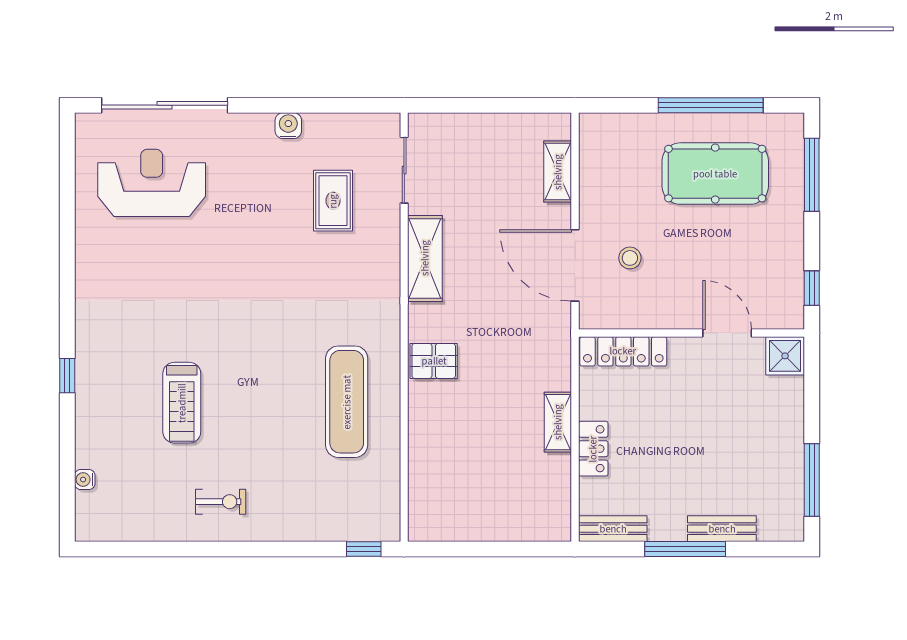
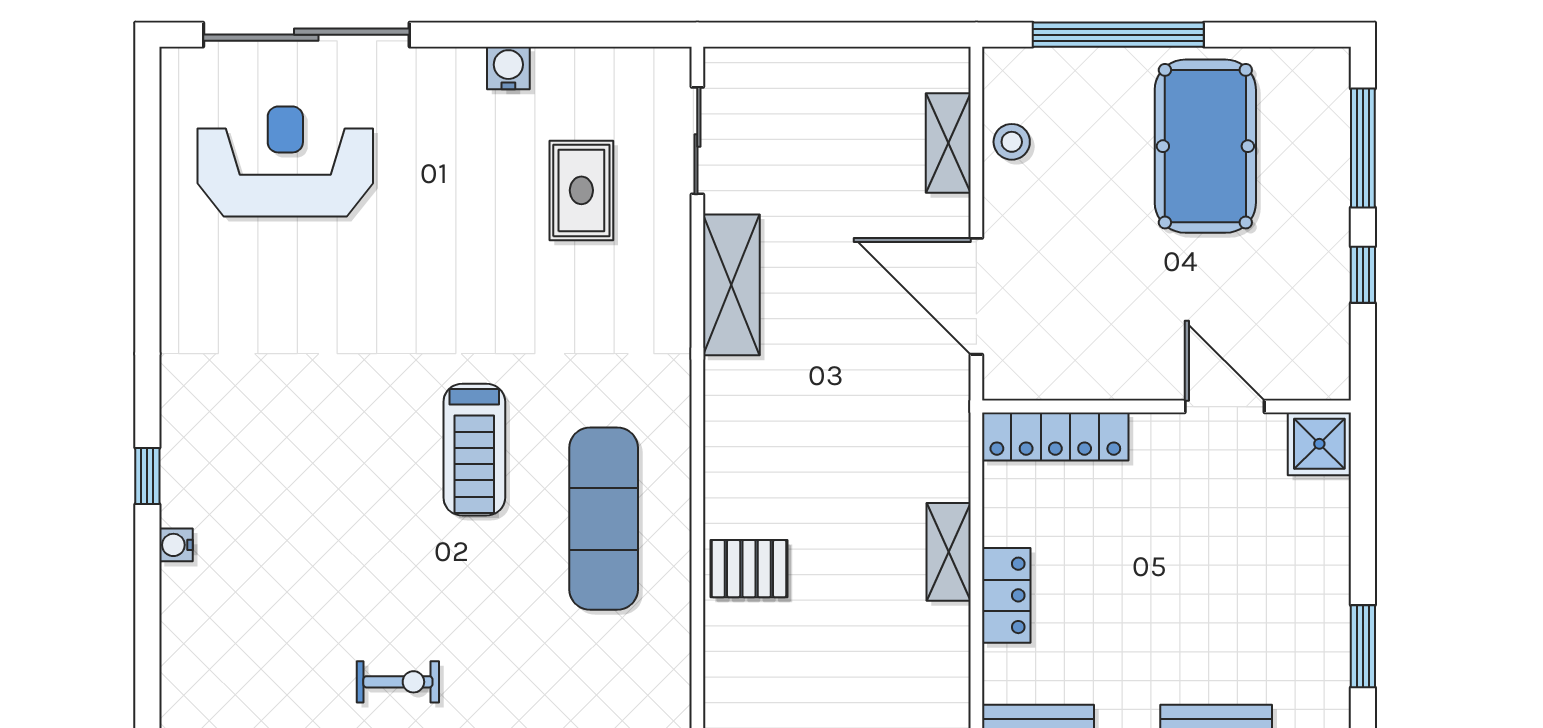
window: (711, 105) -> (1118, 35), moved
pool table: (715, 174) -> (1205, 146), turned 90
stool: (630, 258) -> (1012, 142), moved
window: (812, 288) -> (1363, 275), moved
pallet: (434, 361) -> (749, 569), moved
treadmill: (182, 403) -> (474, 450), moved
water cooler: (85, 480) -> (176, 545), moved
window: (812, 480) -> (1363, 646), width x0.69

